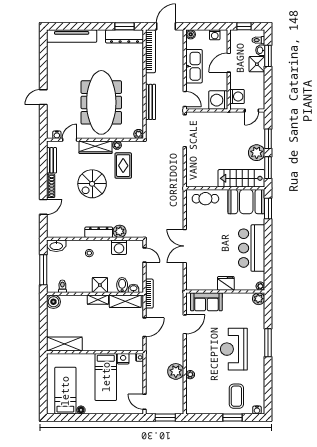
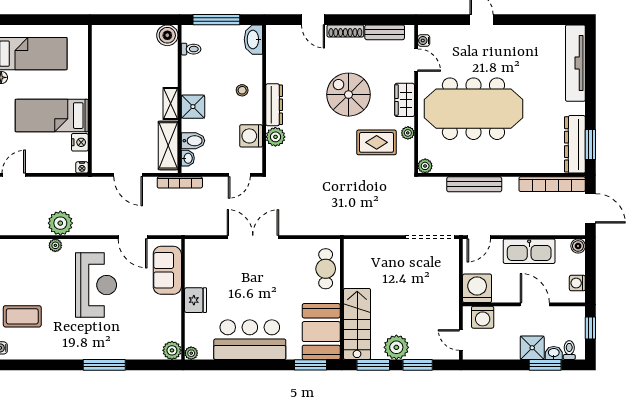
wardrobe: (96, 147) -> (405, 100), width x0.67
shelving: (64, 344) -> (102, 52), removed
reception desk: (234, 349) -> (96, 285), moved, turned 90

